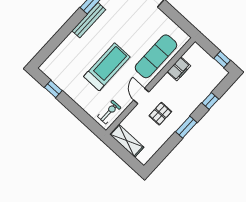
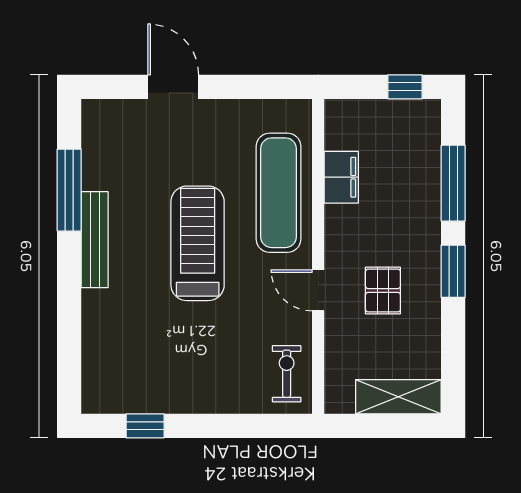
treadmill: (107, 67) -> (198, 243), moved
window: (210, 101) -> (453, 183), width x2.17
shelving: (127, 141) -> (398, 397), moved

